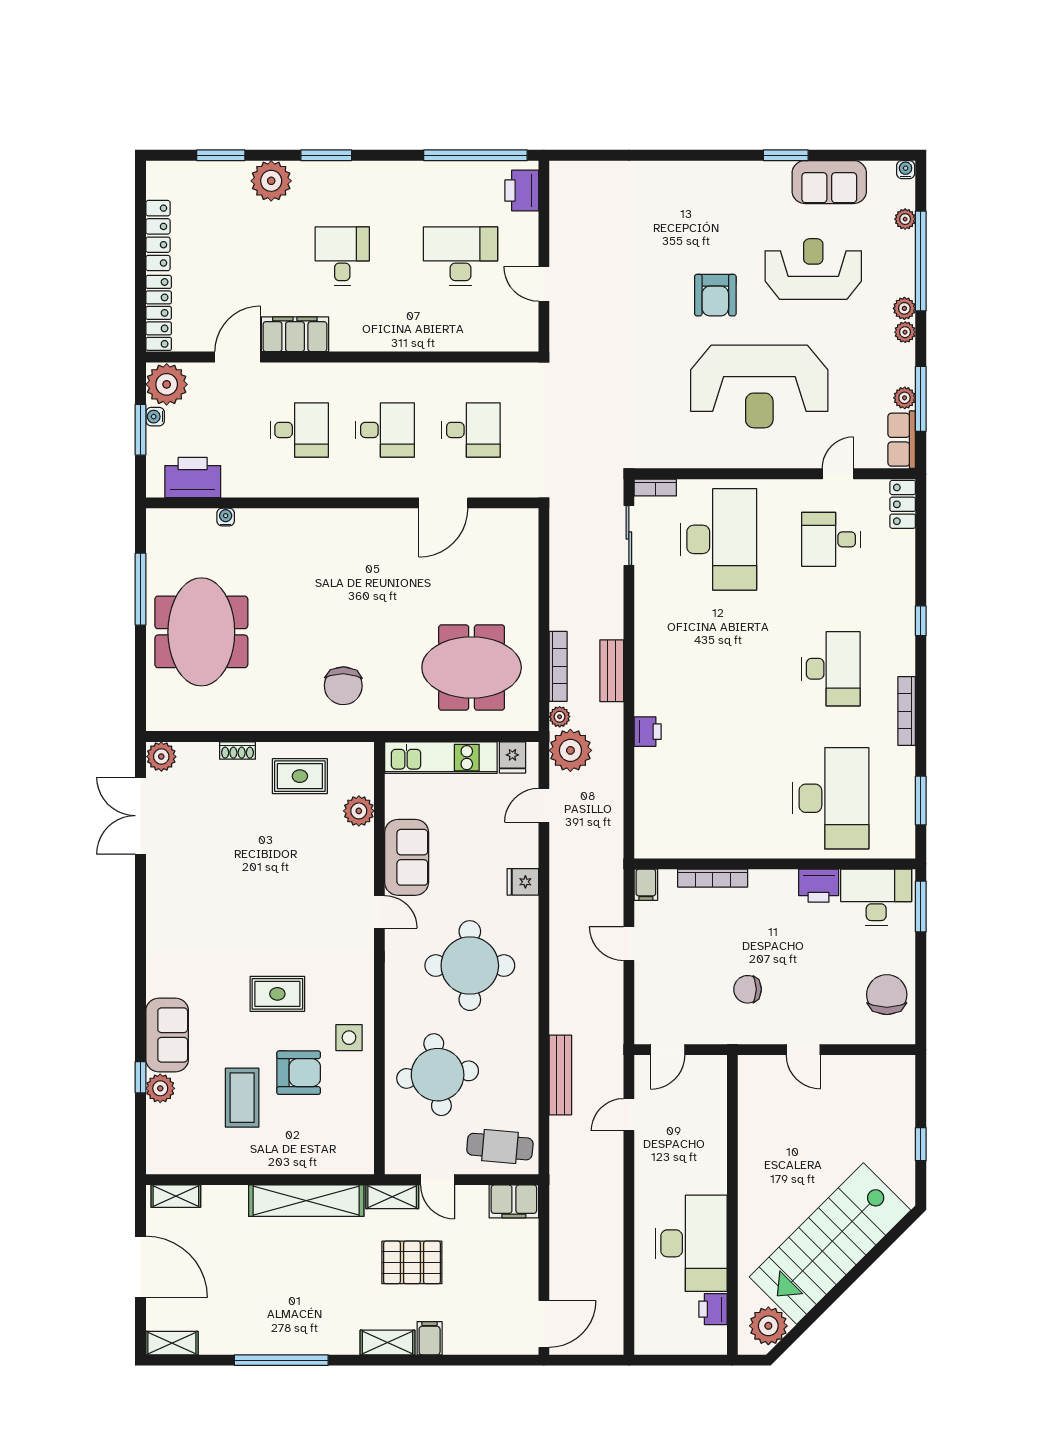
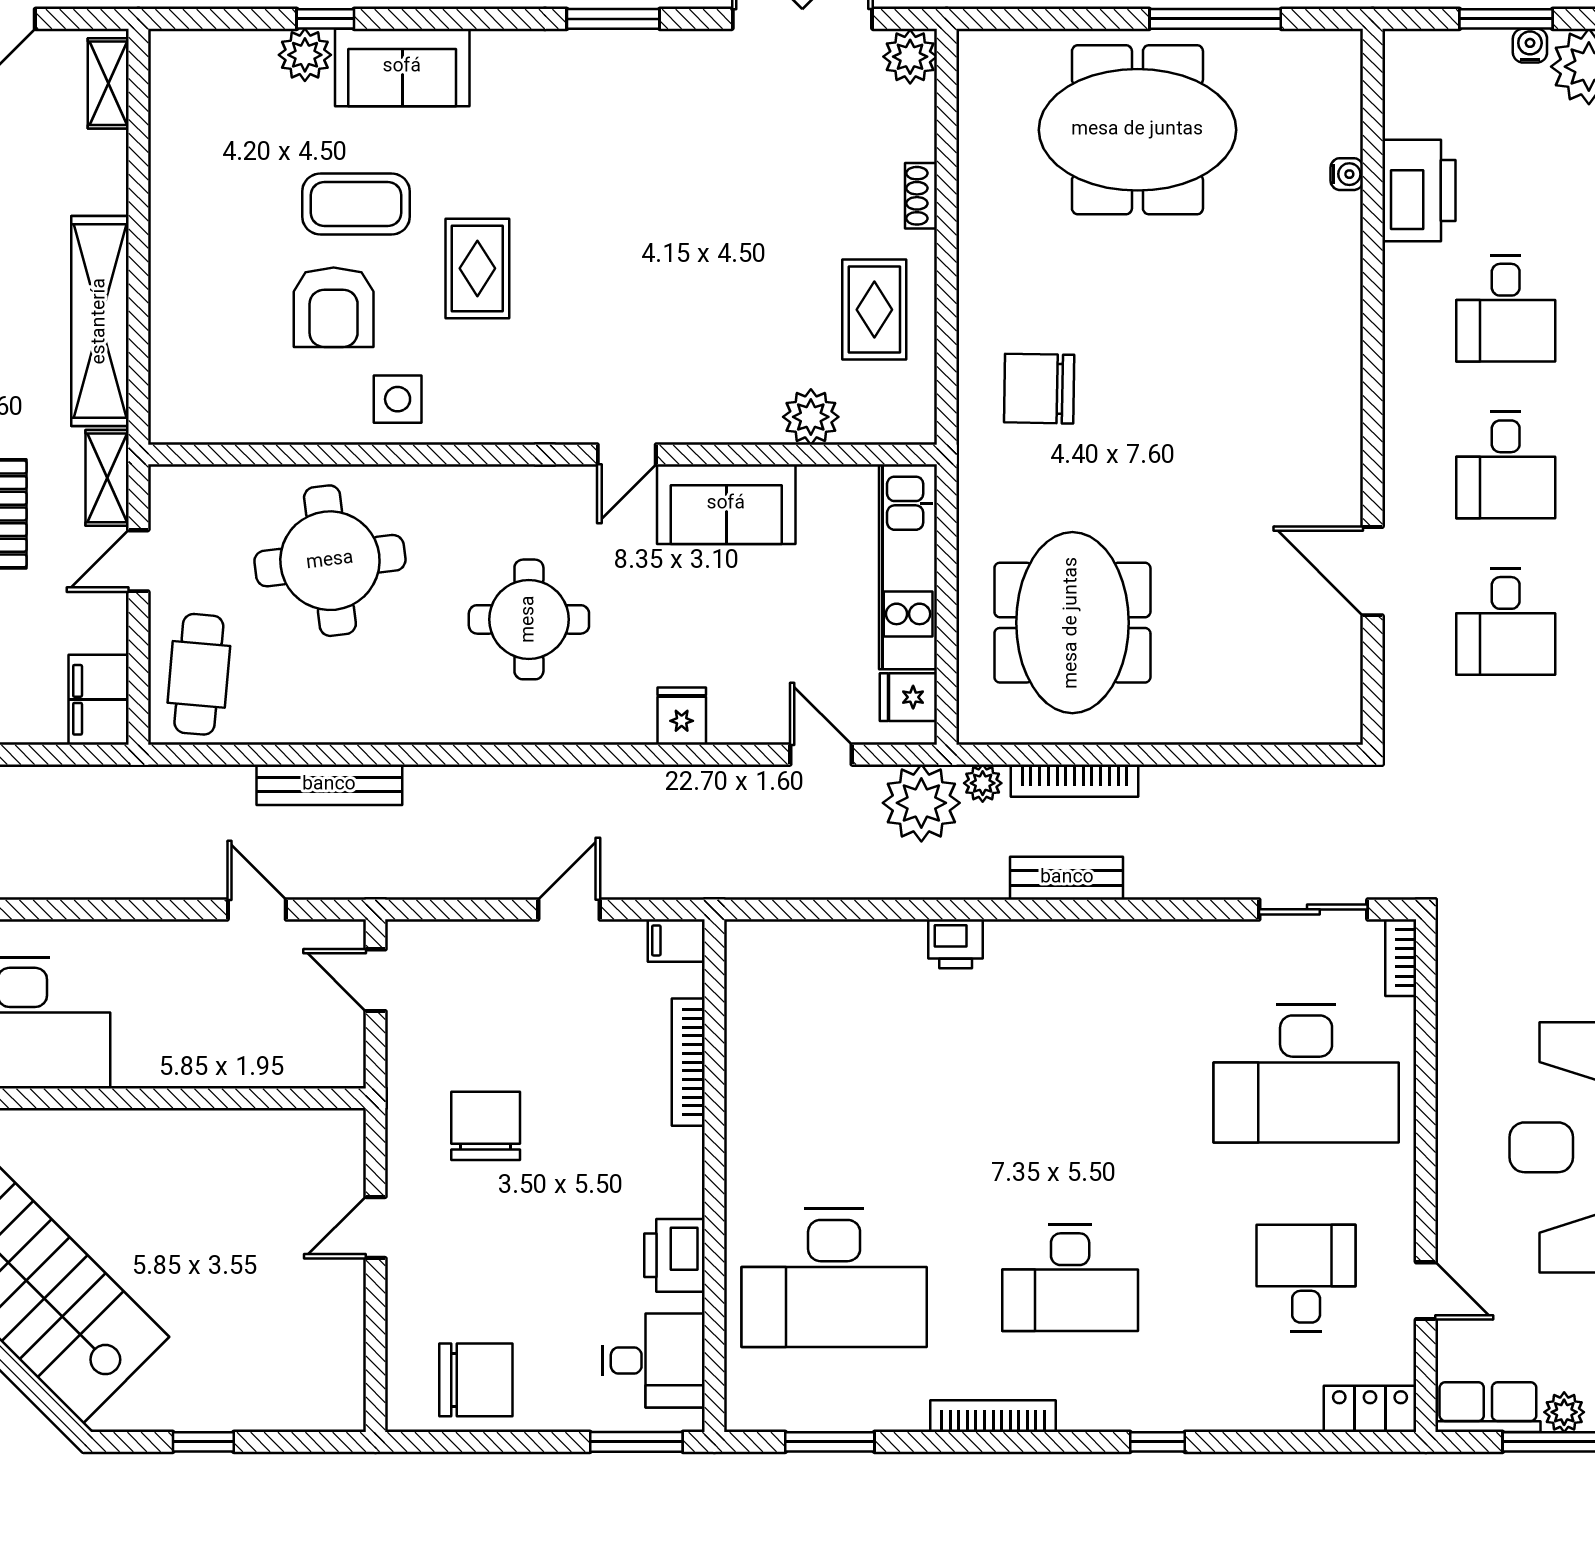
printer: (193, 478) -> (1419, 190), moved
desk: (876, 897) -> (654, 1361), width x0.73
window: (141, 919) -> (613, 19), added
round table: (470, 966) -> (529, 619), width x0.73, depth x0.73
chair: (748, 989) -> (486, 1126), width x1.37, depth x1.37
coffee table: (242, 1098) -> (356, 204), moved

